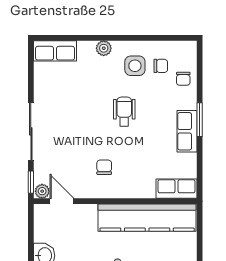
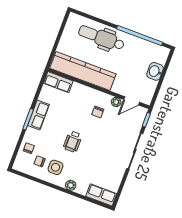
plant: (42, 191) -> (116, 102), moved
door: (62, 201) -> (132, 101), hinge flipped

